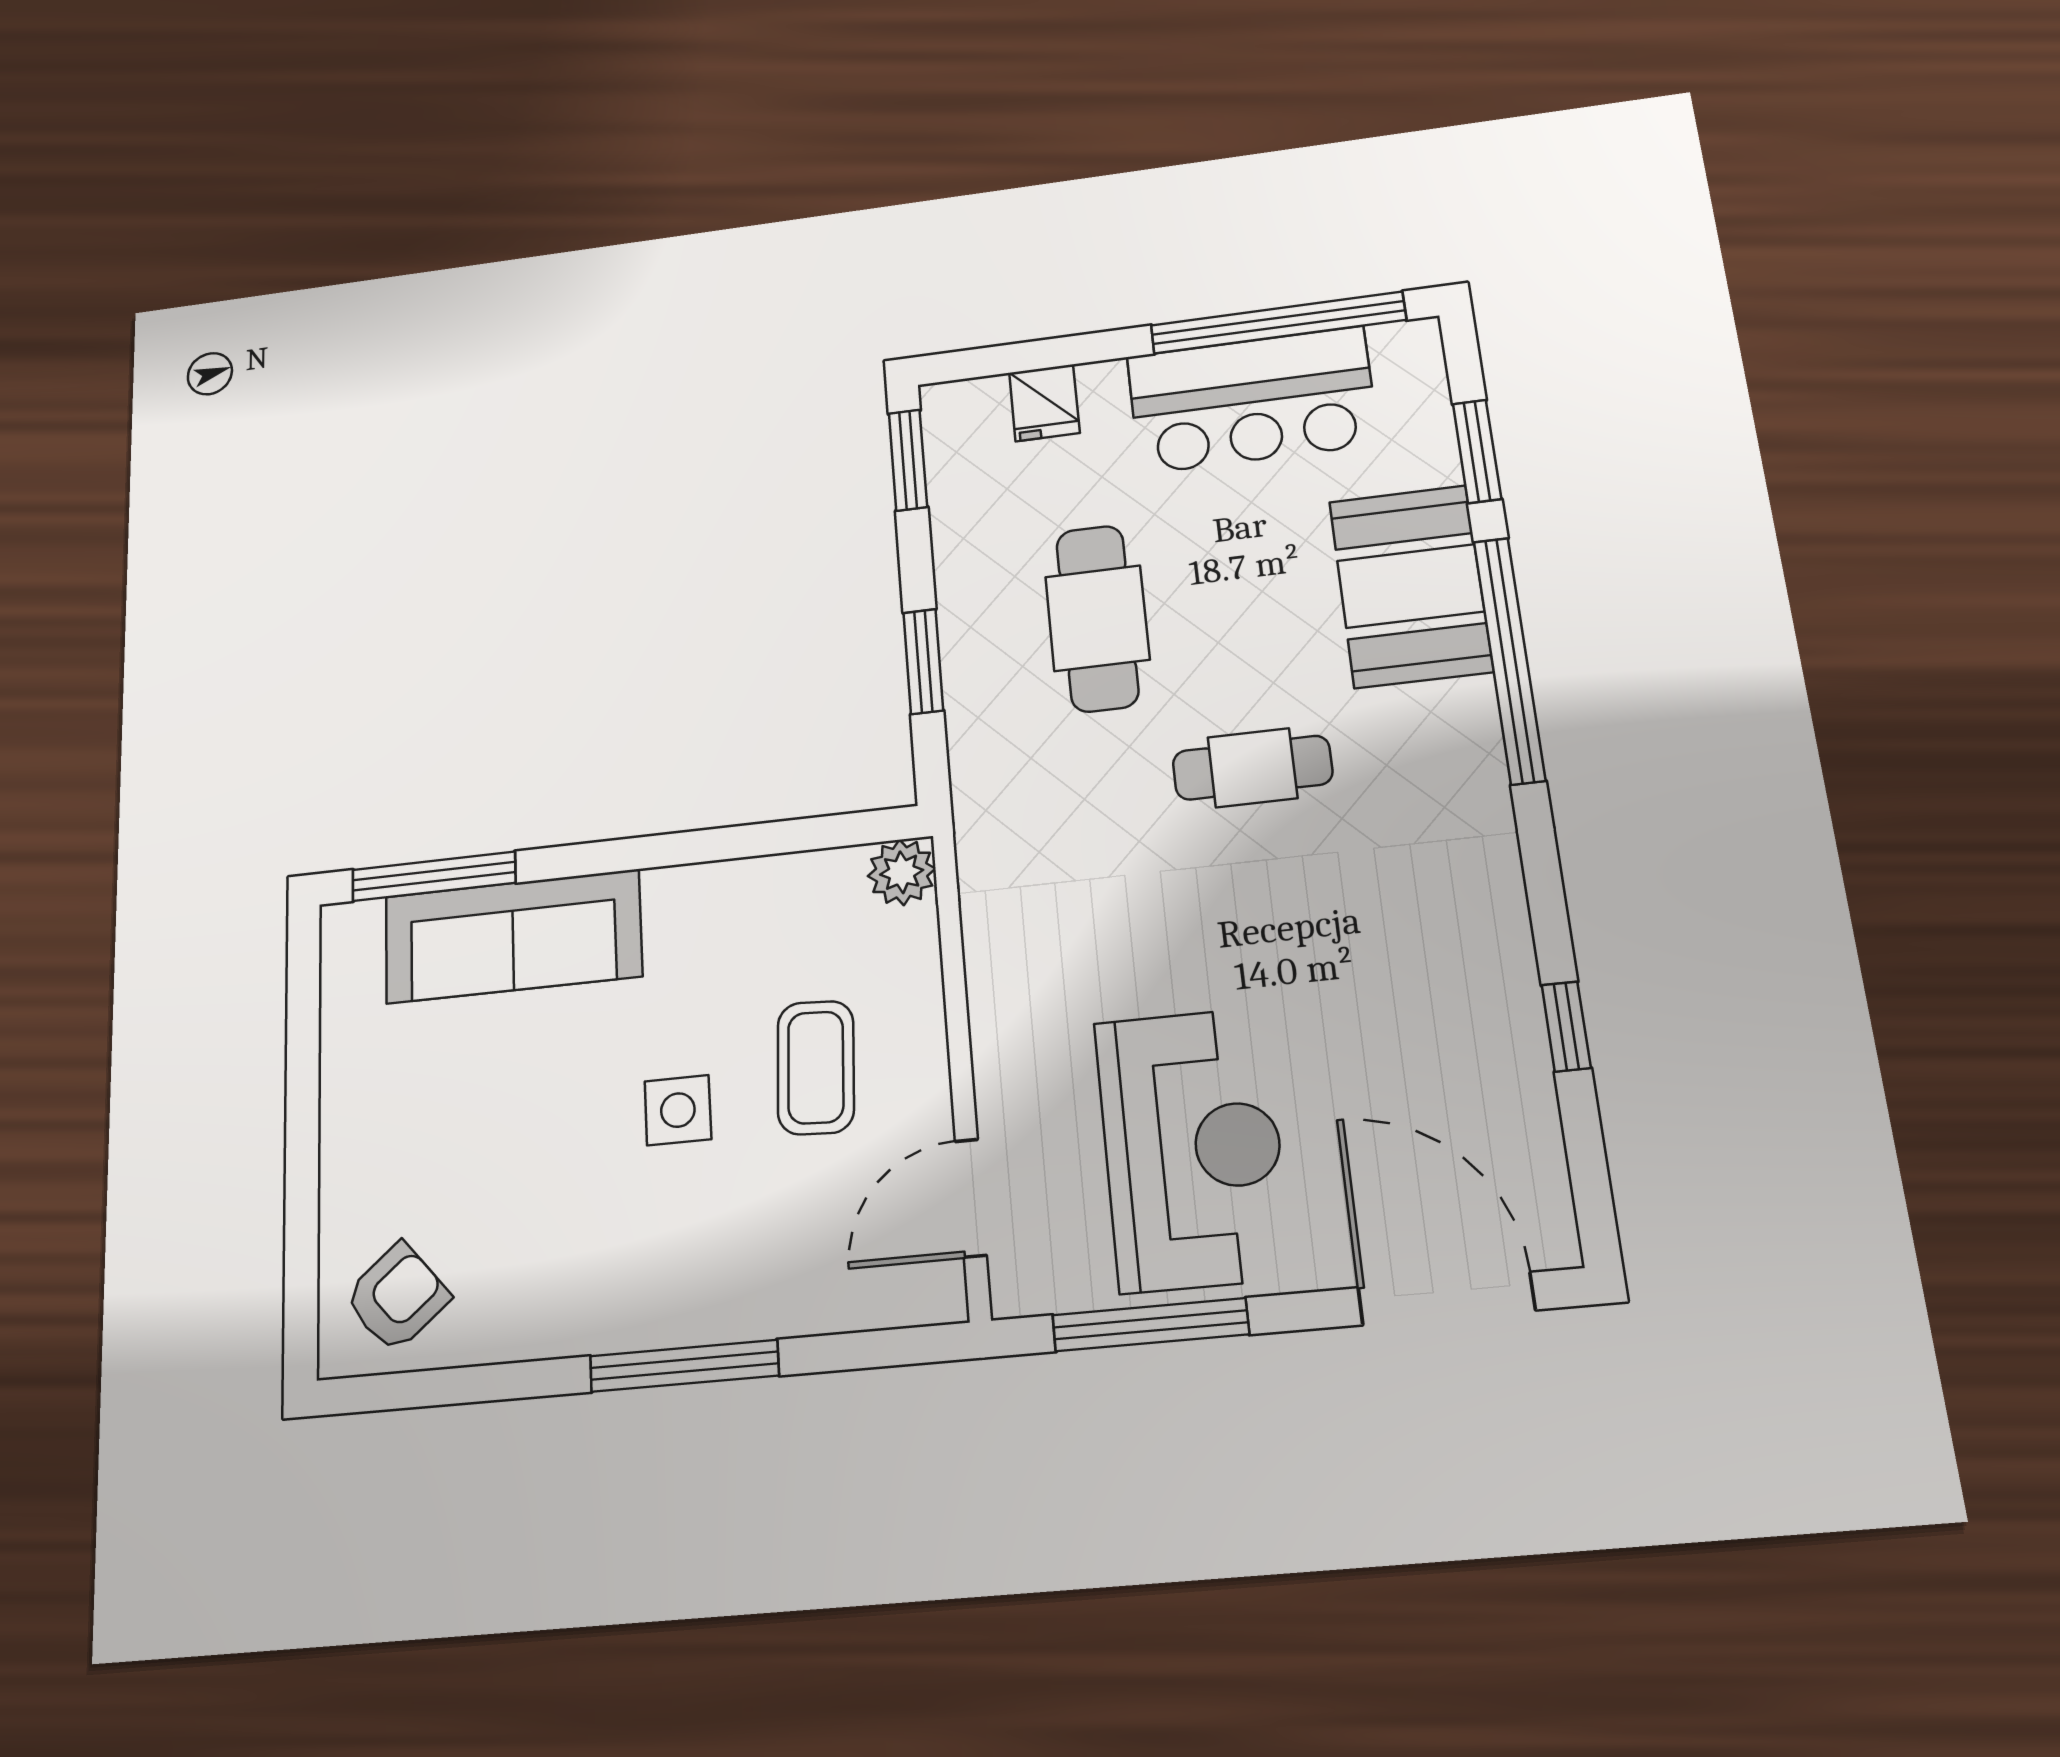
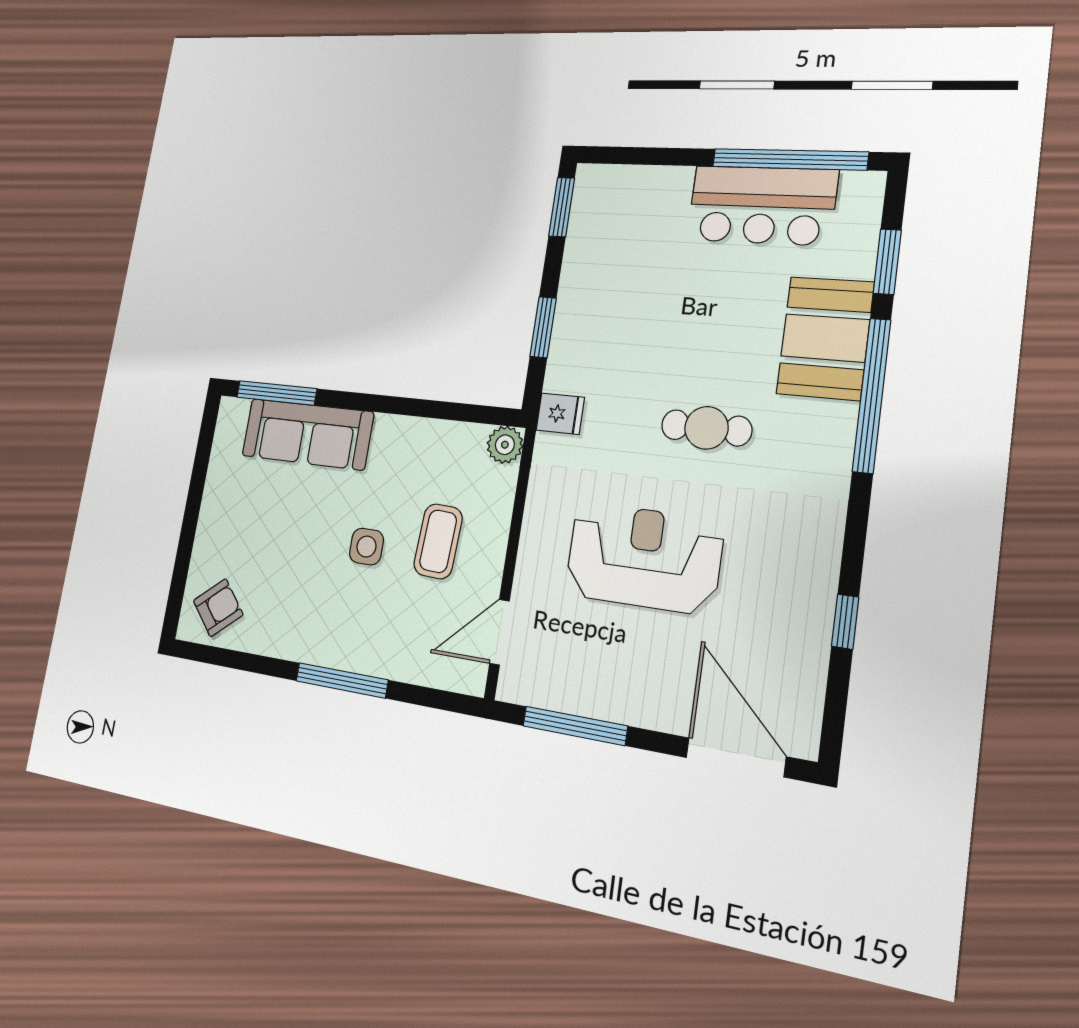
fridge: (1044, 403) -> (560, 414), moved, turned -90
cafe table: (1097, 618) -> (642, 321), removed
reception desk: (1193, 1149) -> (644, 558), moved, turned -90

